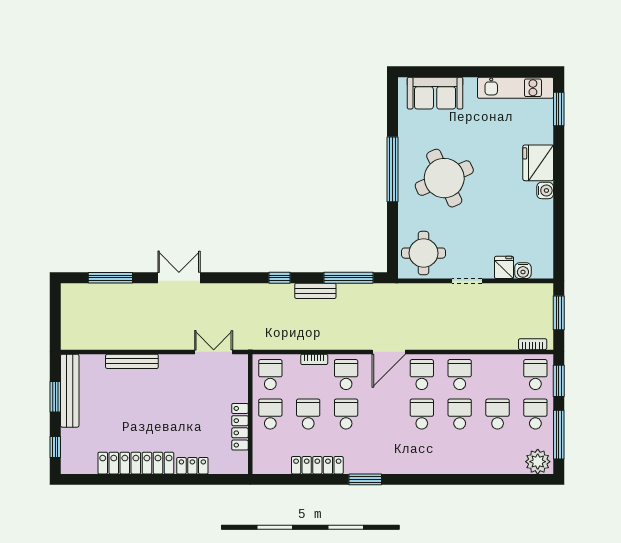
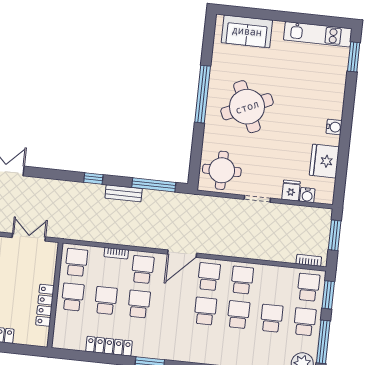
fridge: (538, 163) -> (324, 161), moved

